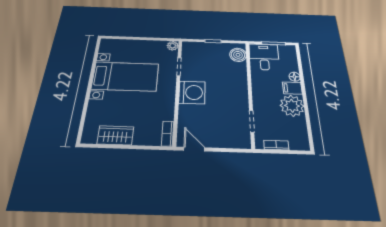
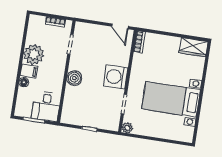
boiler: (238, 55) -> (74, 78), moved
wardrobe: (115, 135) -> (193, 47), moved

